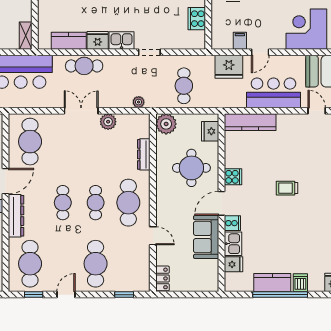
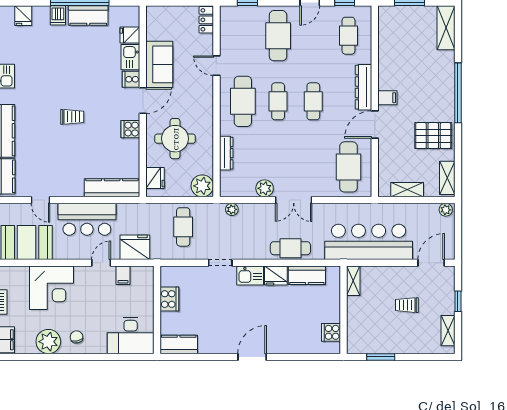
cafe table: (30, 264) -> (348, 36), width x0.73, depth x0.74

